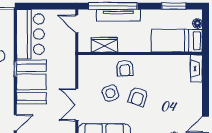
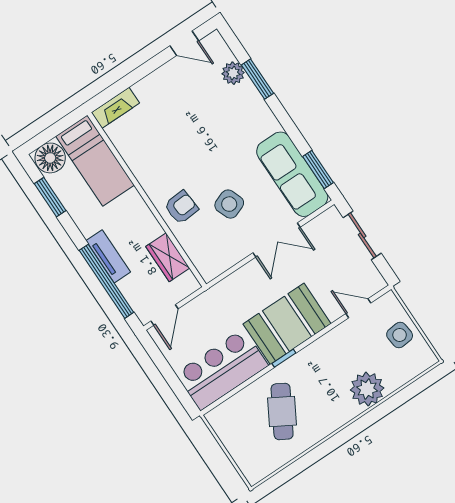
tv unit: (118, 15) -> (108, 256), width x0.71
floor lamp: (197, 23) -> (50, 158), width x1.89, depth x1.89
armchair: (138, 97) -> (208, 163), removed

